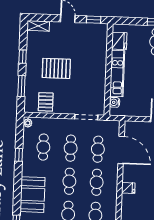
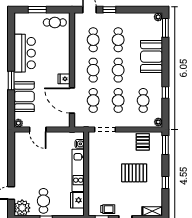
trolley: (87, 30) -> (108, 209), added
window: (21, 86) -> (165, 145), moved
fridge: (128, 188) -> (64, 79), moved

